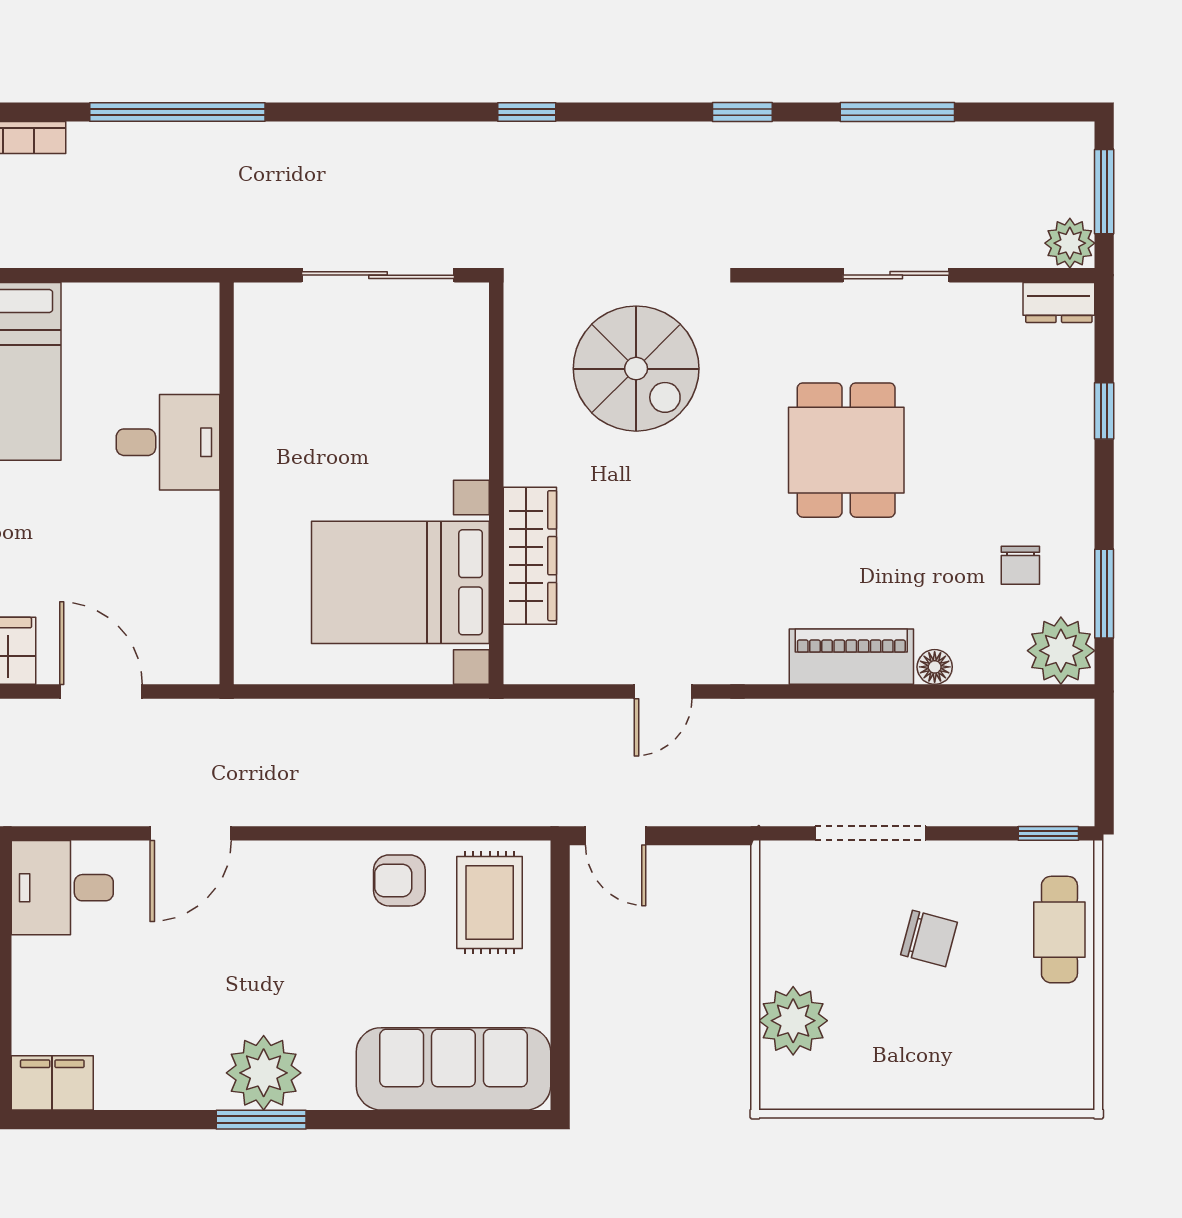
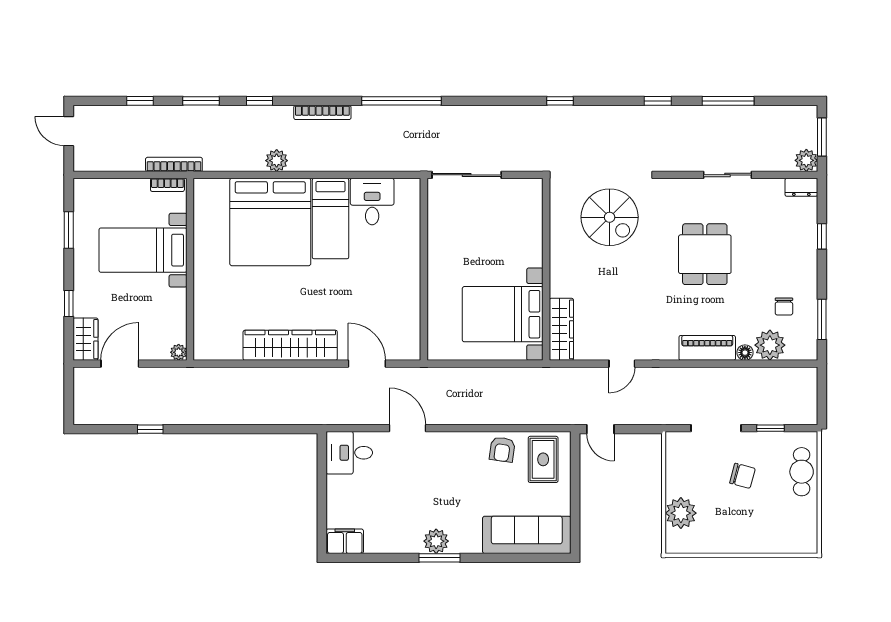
sliding door: (378, 275) -> (467, 175), moved
desk: (168, 442) -> (372, 202), moved, turned -90
wardrobe: (530, 556) -> (561, 329), moved
plant: (1061, 651) -> (770, 345), moved
door: (191, 833) -> (408, 428), swing flipped
window: (1048, 833) -> (770, 428), moved
armchair: (399, 880) -> (502, 449), turned -82
plant: (264, 1073) -> (436, 541), width x0.73, depth x0.73

